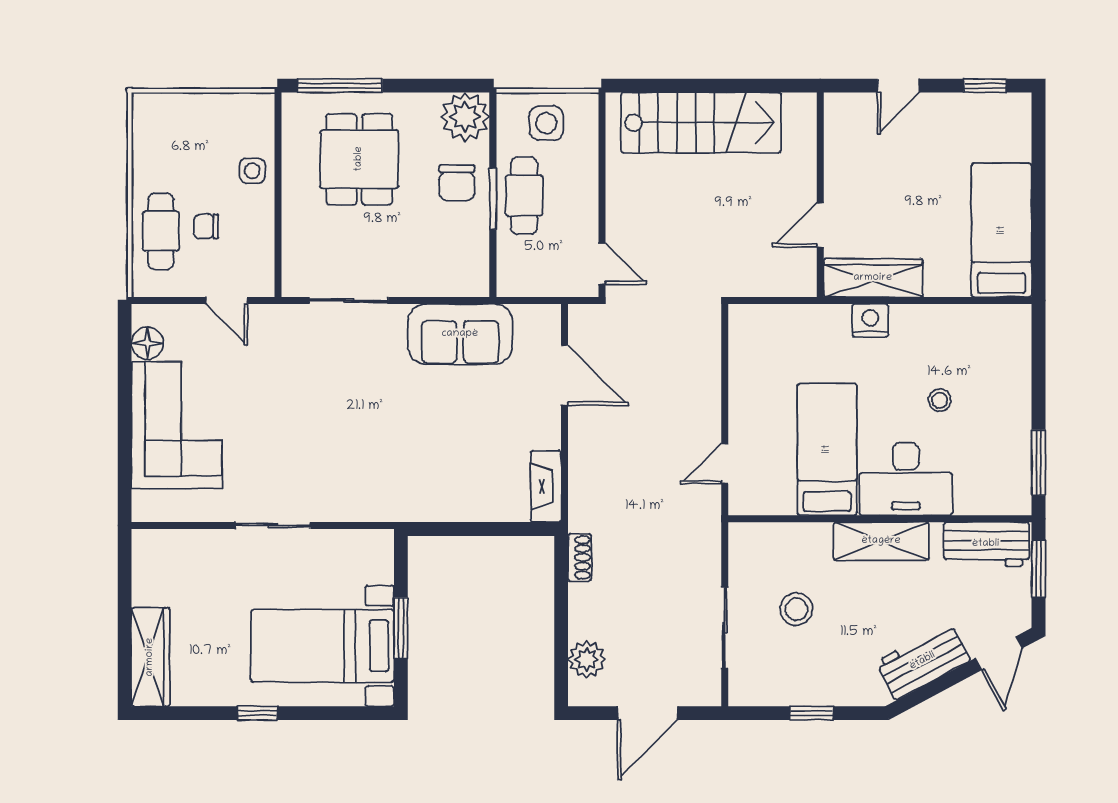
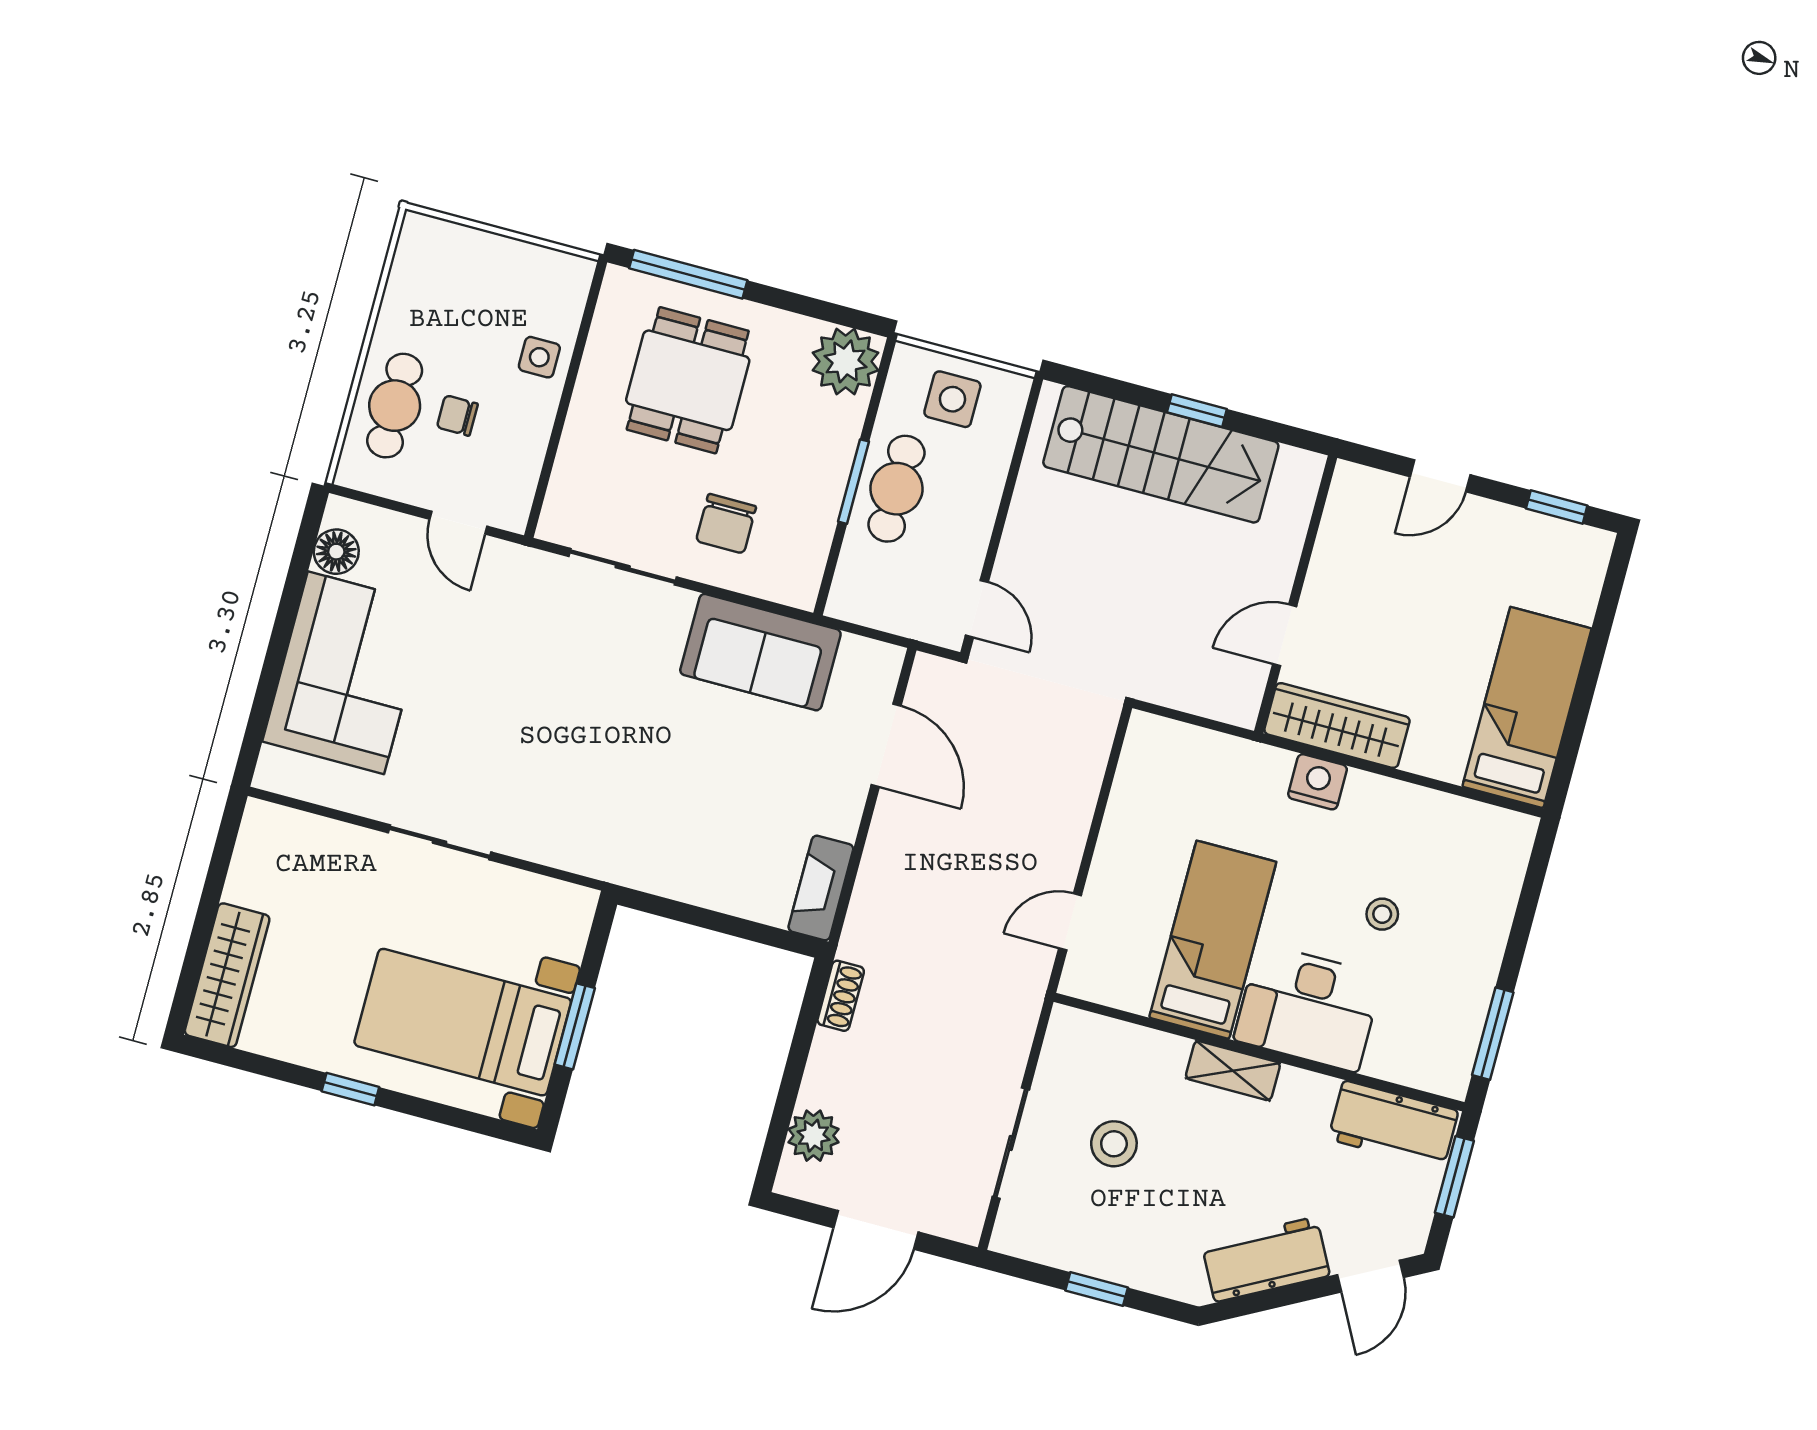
window: (718, 86) -> (1197, 411), added
chair: (457, 183) -> (726, 524), moved
shelving: (881, 541) -> (1233, 1071), width x0.67, depth x0.75

